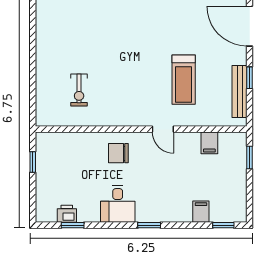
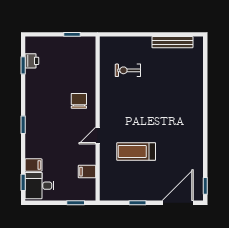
bench: (240, 92) -> (172, 42), moved
desk: (118, 204) -> (40, 186), moved

